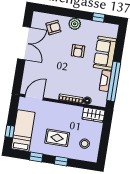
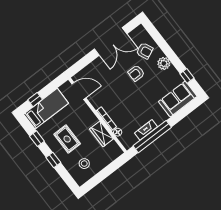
armchair: (78, 51) -> (136, 73), moved
sofa: (105, 53) -> (178, 99), moved
wardrobe: (93, 115) -> (102, 134), moved

